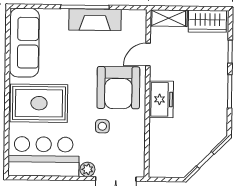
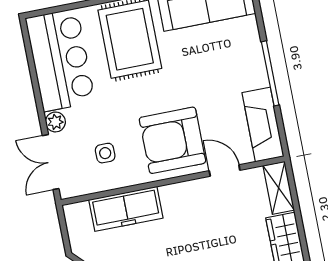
fireplace: (95, 20) -> (263, 124), moved
freezer: (161, 99) -> (126, 209), moved, width x1.40
side table: (102, 126) -> (105, 153), moved

